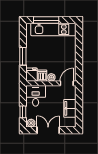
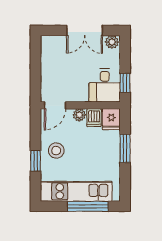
window: (79, 49) -> (36, 161), added
stool: (66, 55) -> (56, 151), added
filing cabinet: (70, 108) -> (50, 65), removed
window: (23, 112) -> (125, 83), moved

